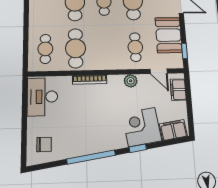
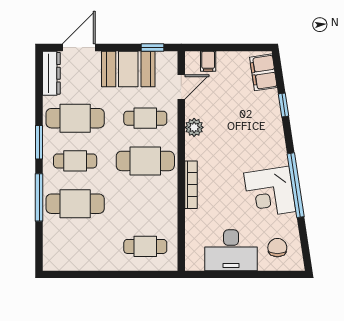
cafe table: (76, 48) -> (145, 161), moved
filing cabinet: (178, 90) -> (208, 61), width x0.50
desk: (42, 97) -> (231, 250), moved
corner desk: (142, 127) -> (270, 192), moved
window: (138, 148) -> (284, 105), moved

